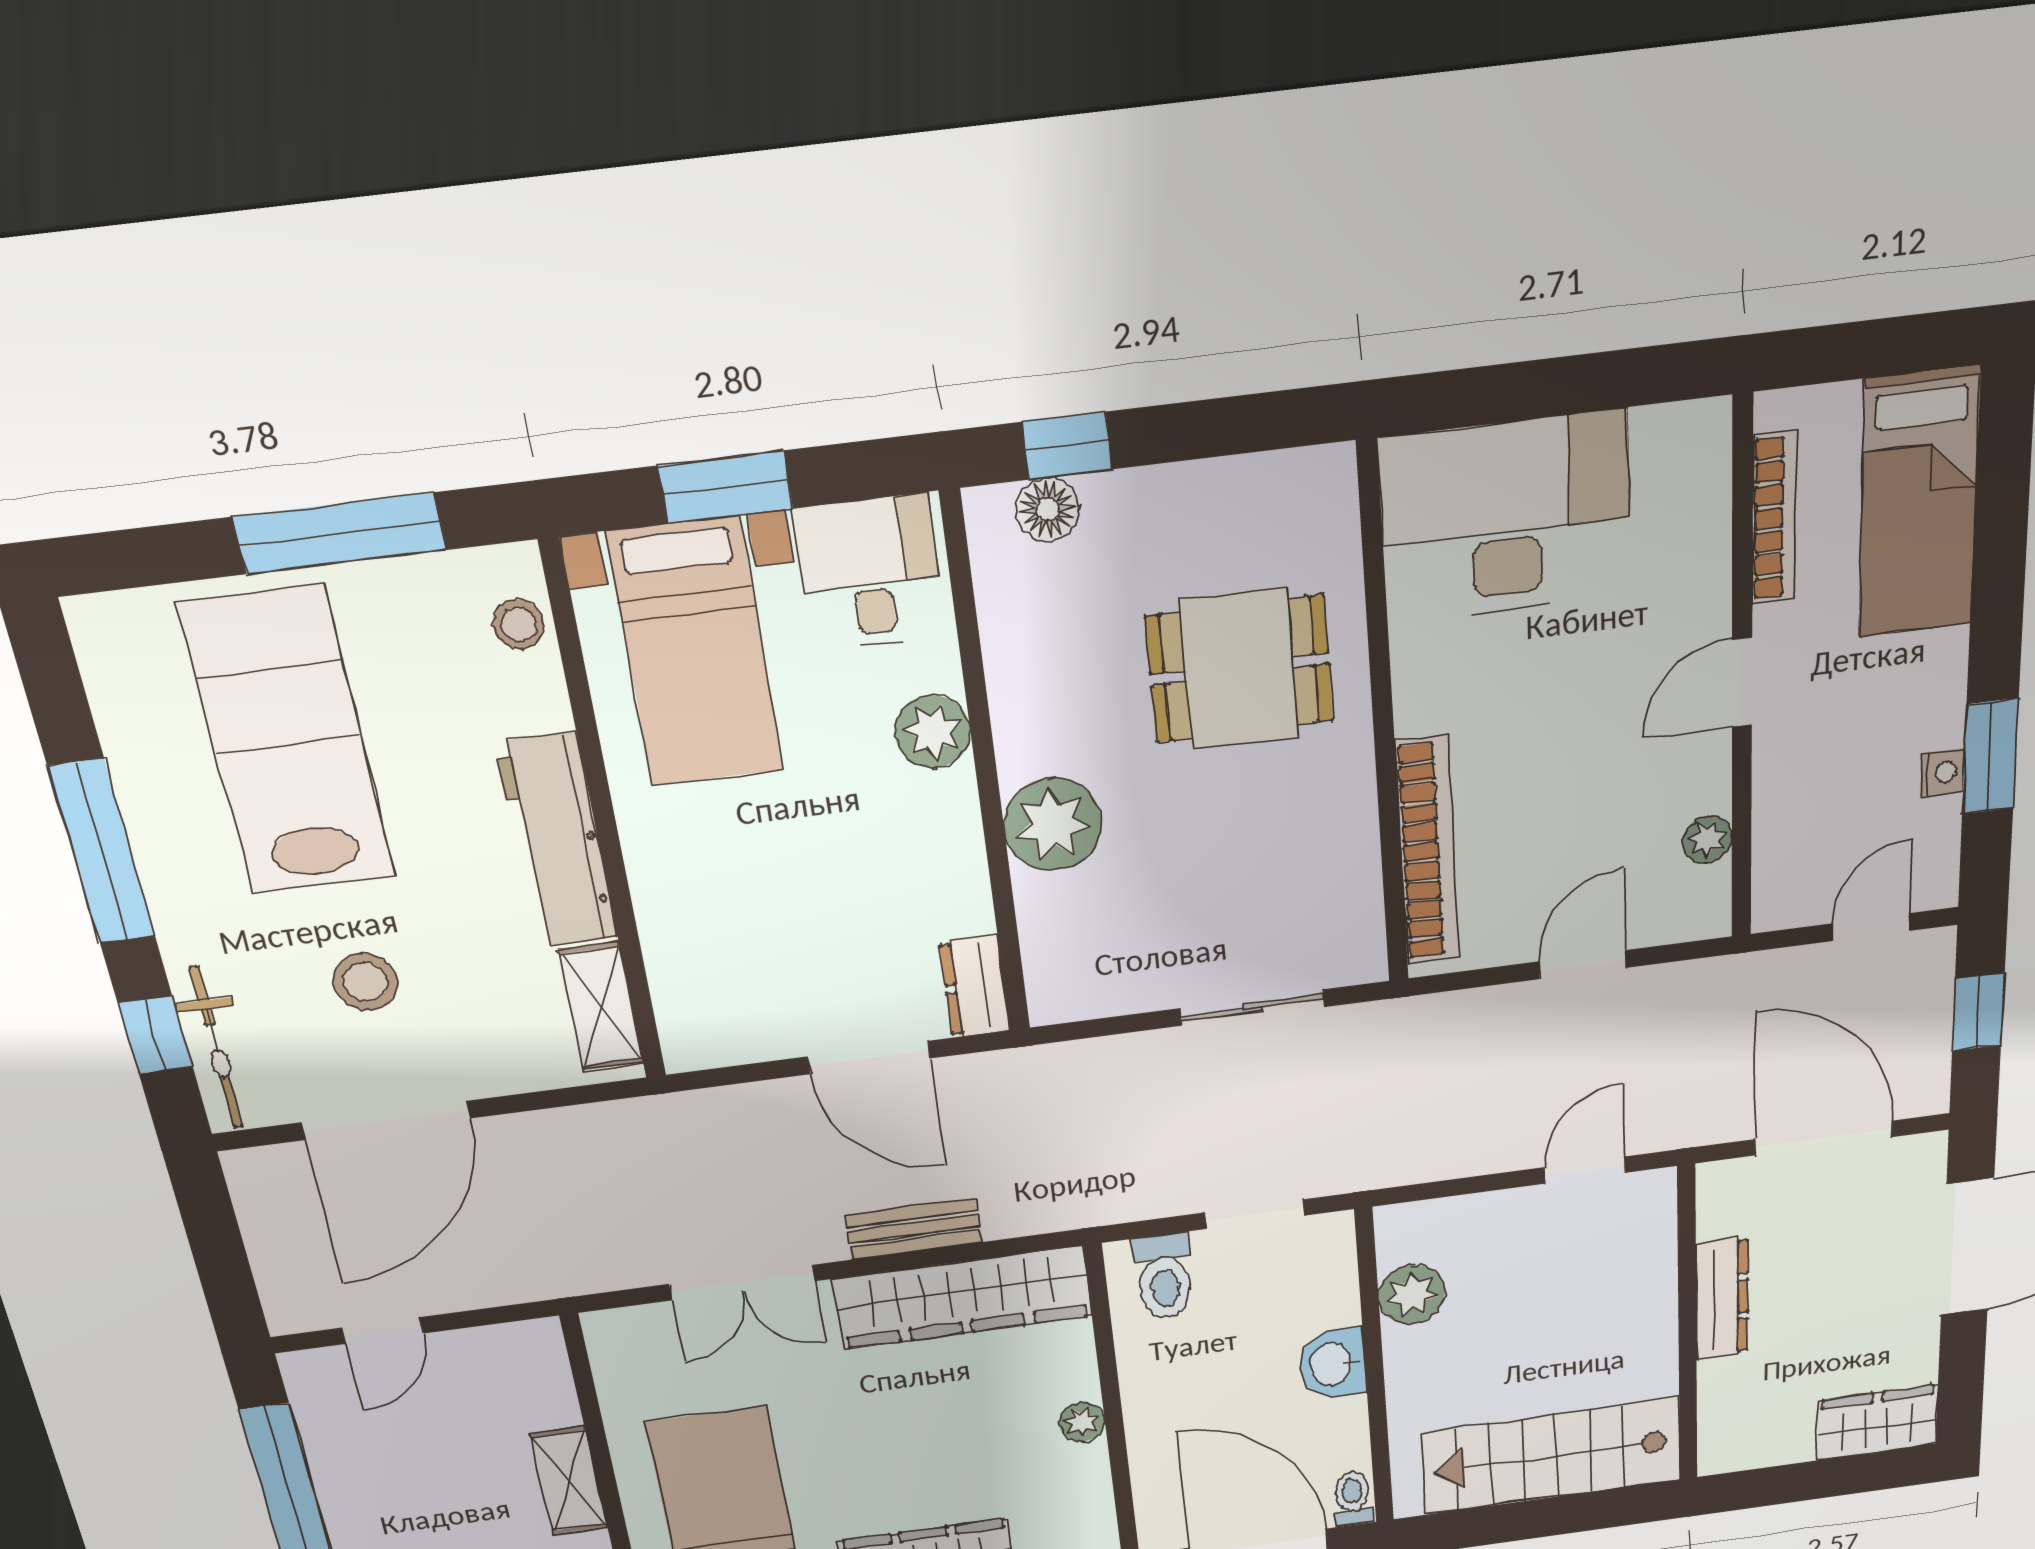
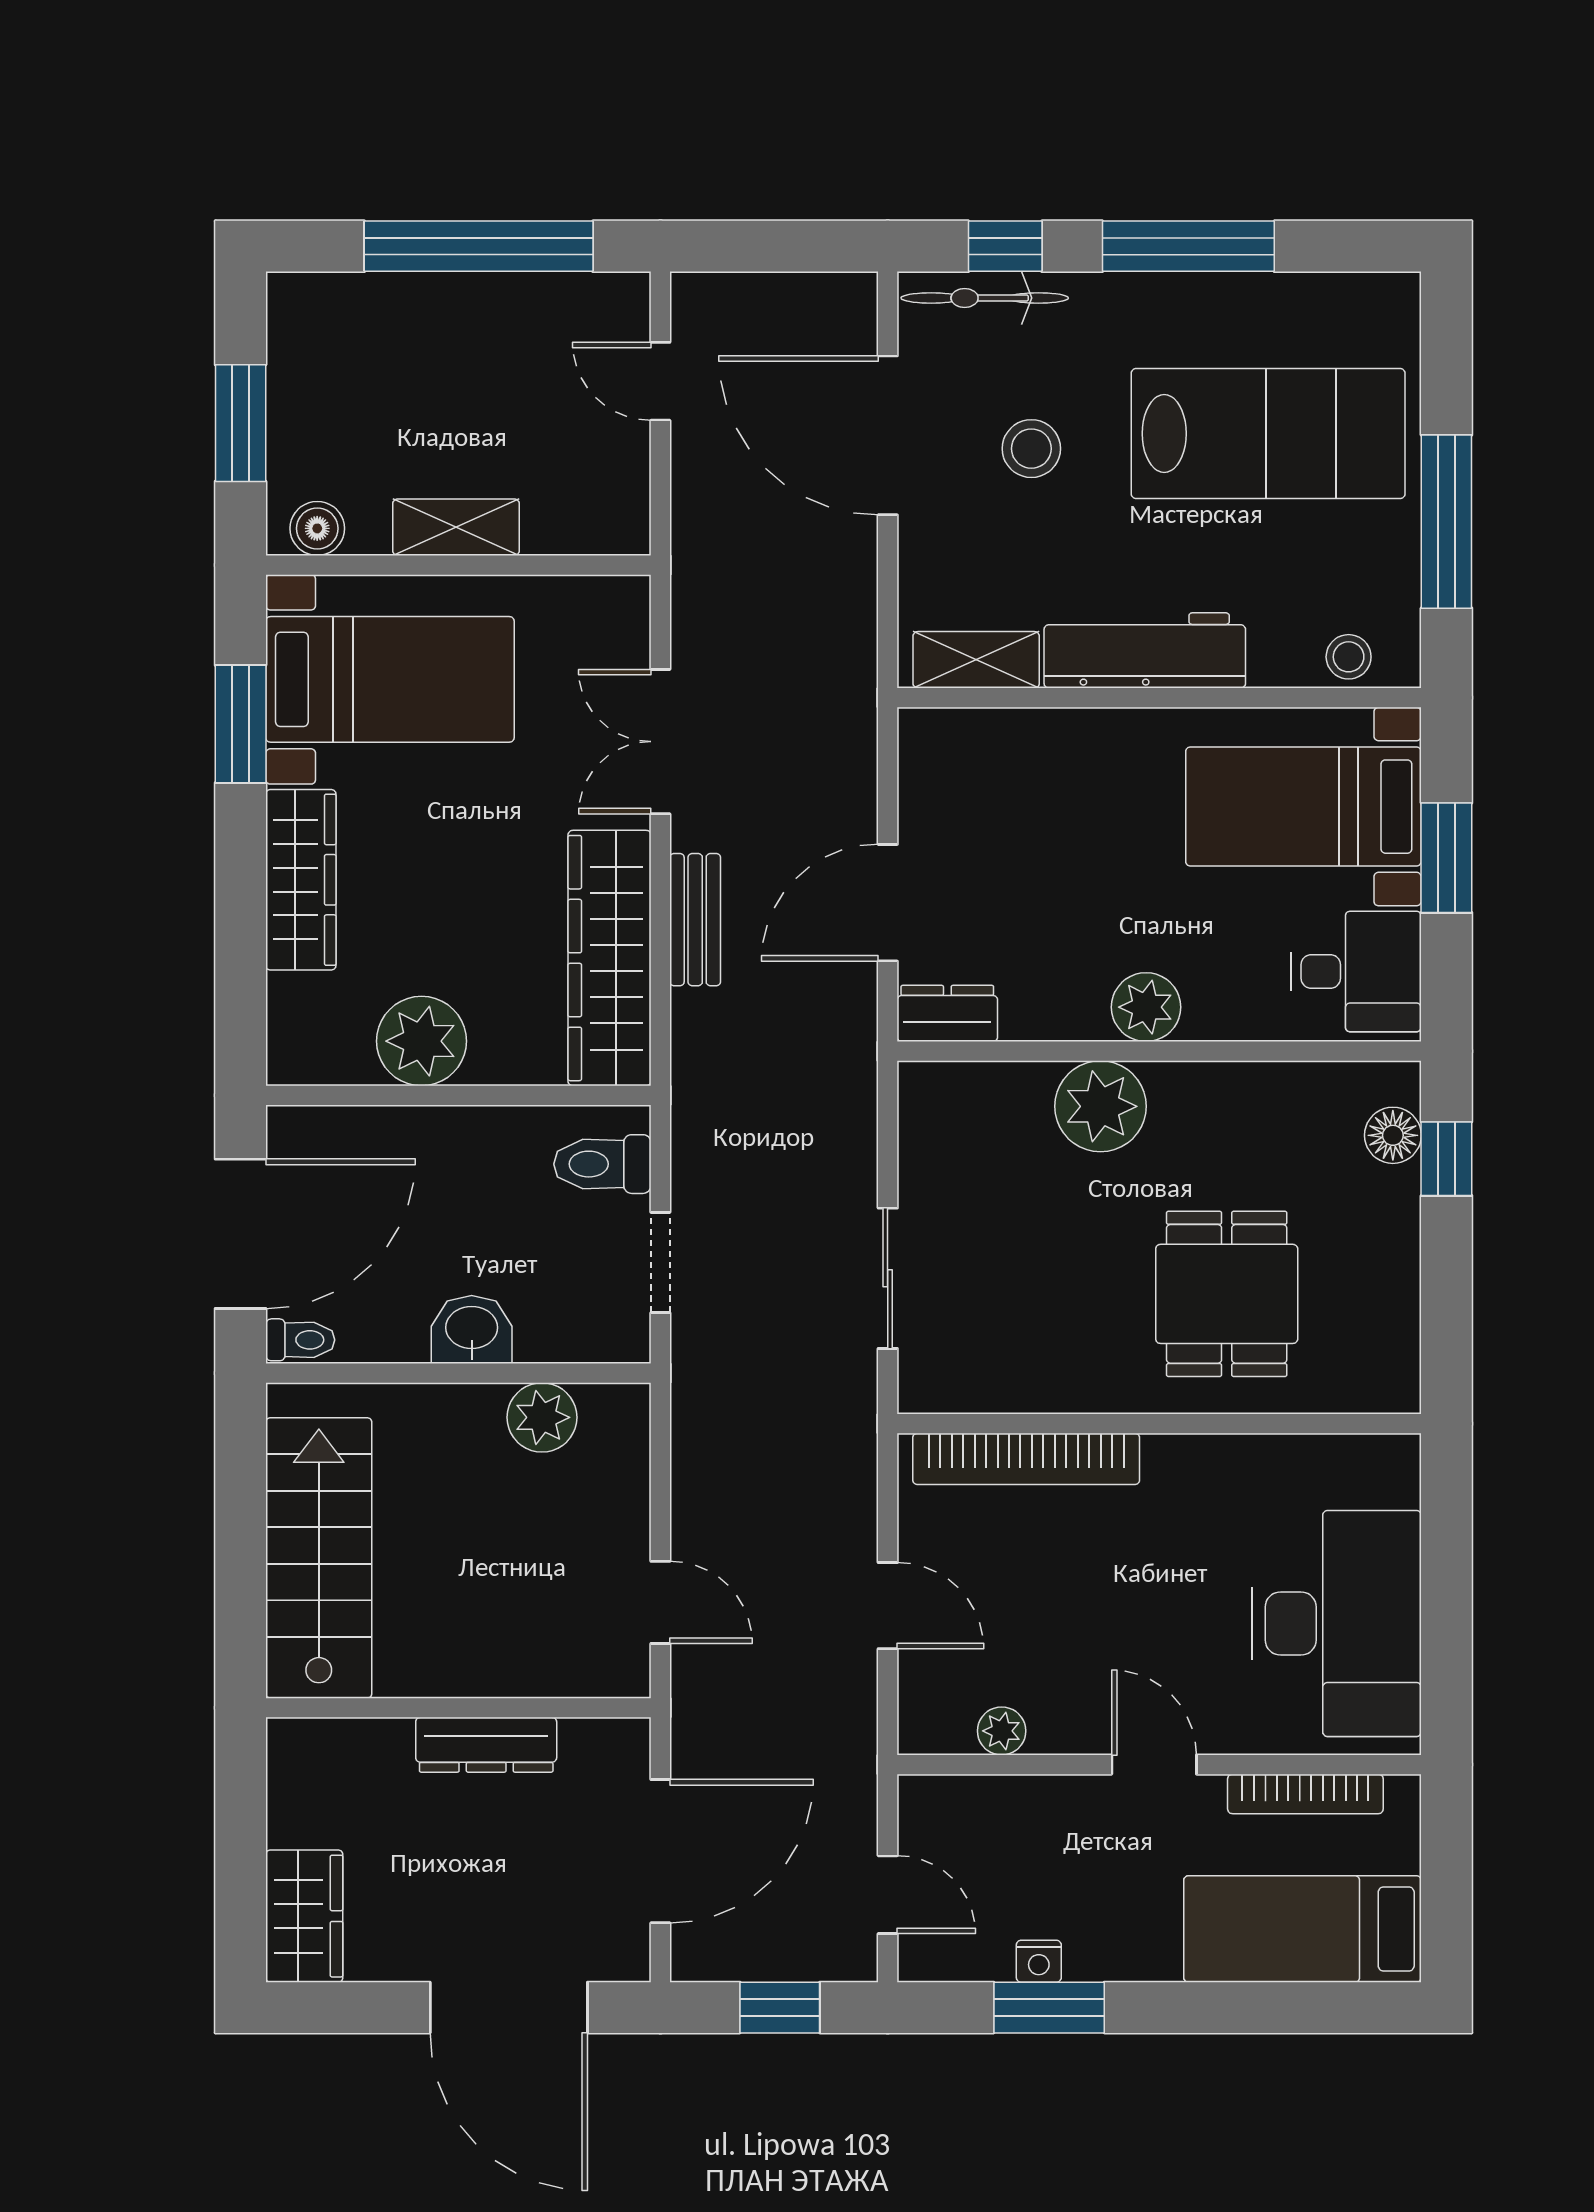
desk: (1506, 517) -> (1336, 1623), moved
plant: (933, 732) -> (1146, 1007), moved
plant: (1082, 1422) -> (422, 1041), width x1.88, depth x1.88

